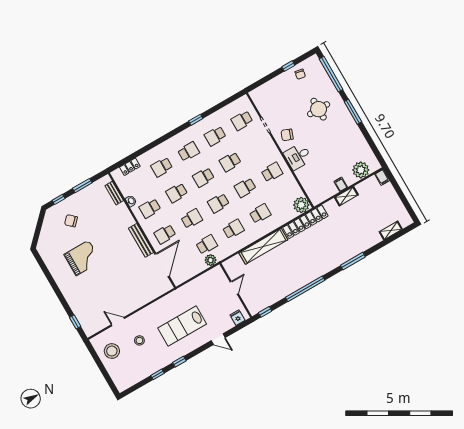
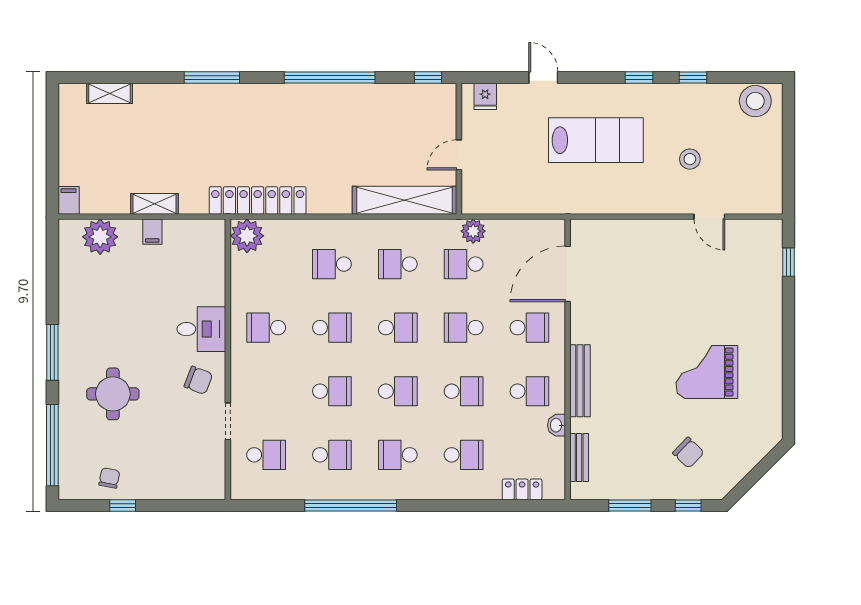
window: (196, 120) -> (351, 506), width x3.17
bench: (141, 240) -> (580, 381), moved
shelving: (263, 246) -> (405, 200), moved
stool: (112, 351) -> (755, 101), moved

